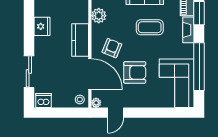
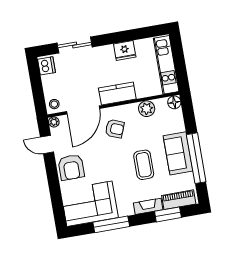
window: (199, 67) -> (111, 224), width x0.68
armchair: (135, 72) -> (71, 167), moved

